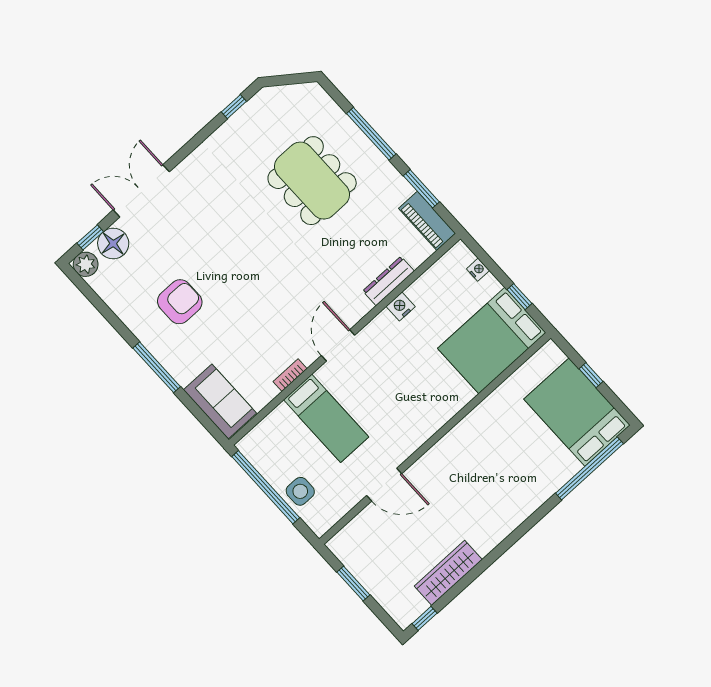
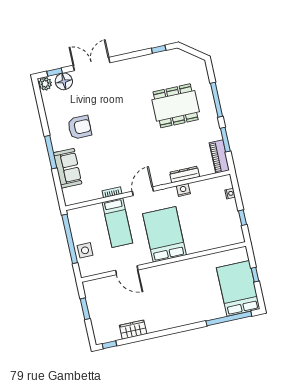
dining table: (312, 181) -> (176, 106), turned 90
bed: (492, 341) -> (164, 234), moved, turned 90
sofa: (220, 402) -> (68, 168), moved
wardrobe: (448, 573) -> (133, 330), width x0.67

